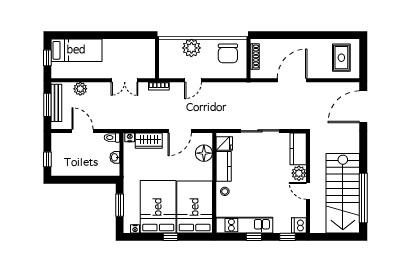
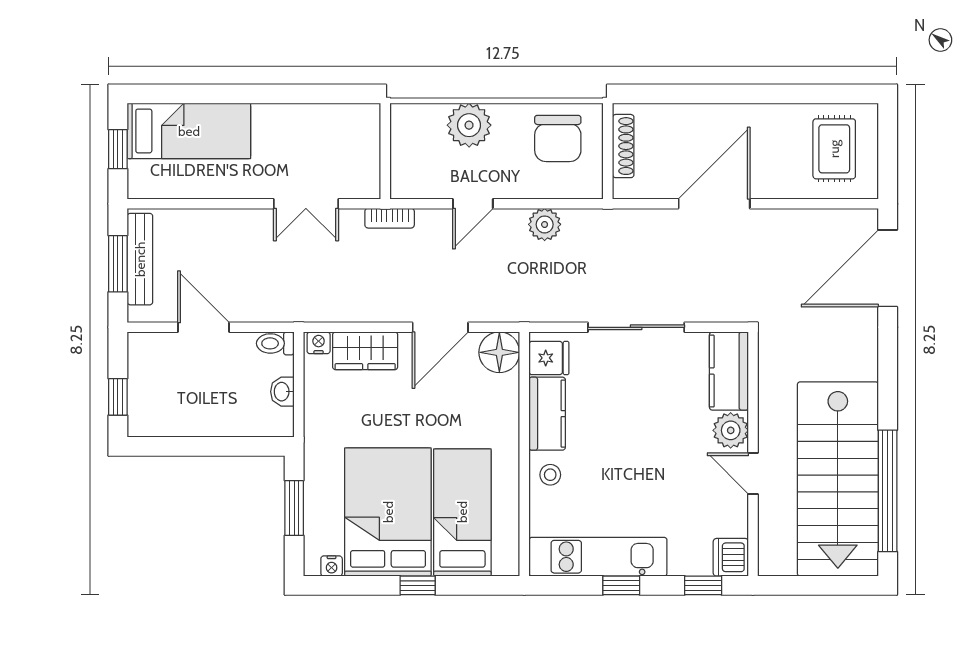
plant: (80, 89) -> (545, 224), moved
floor lamp: (204, 153) -> (499, 352), moved
bed: (195, 207) -> (462, 512), width x0.67

